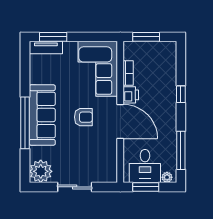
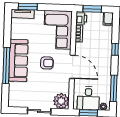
filing cabinet: (170, 50) -> (108, 19), added
printer: (131, 95) -> (81, 18), moved
plant: (41, 171) -> (61, 101), moved

